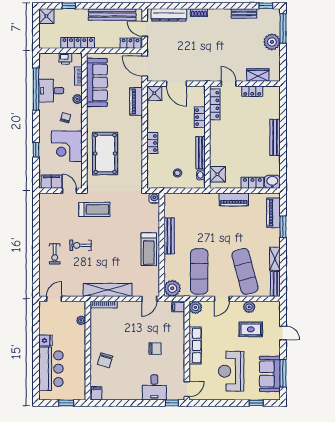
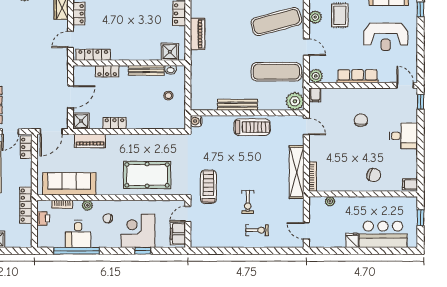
locker: (152, 143) -> (114, 123), moved
corner desk: (67, 146) -> (138, 231), moved, turned 180
desk: (154, 387) -> (403, 136), moved

